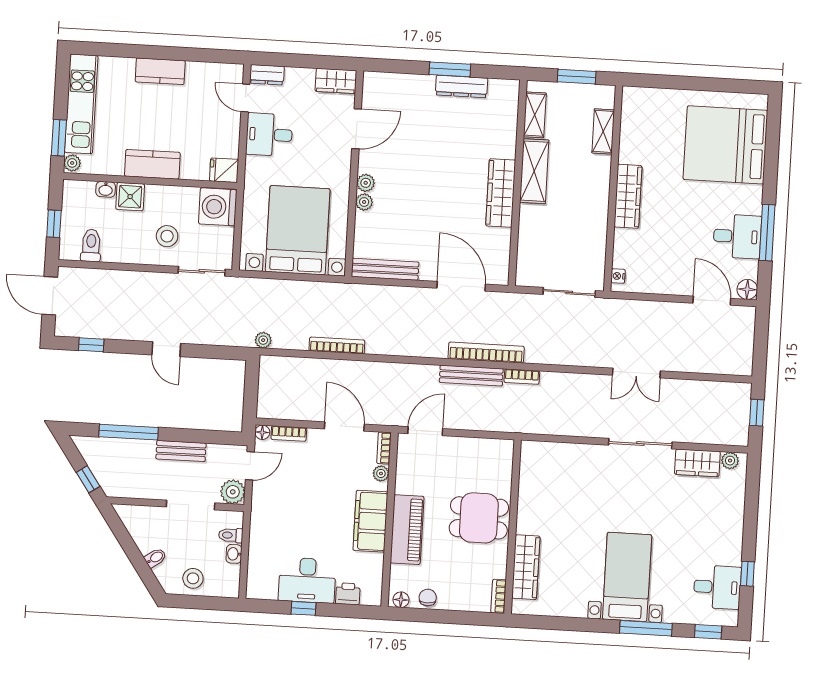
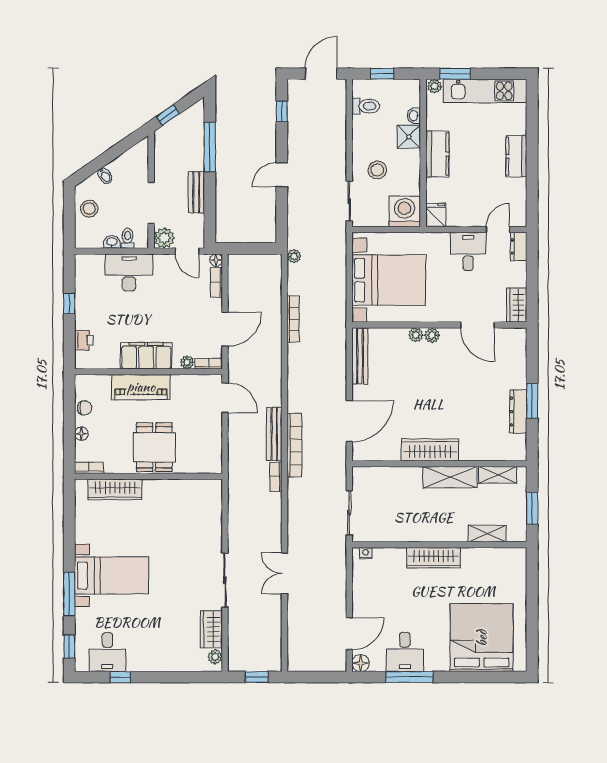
desk: (307, 580) -> (129, 272), moved, turned 90
floor lamp: (401, 600) -> (81, 434), moved

